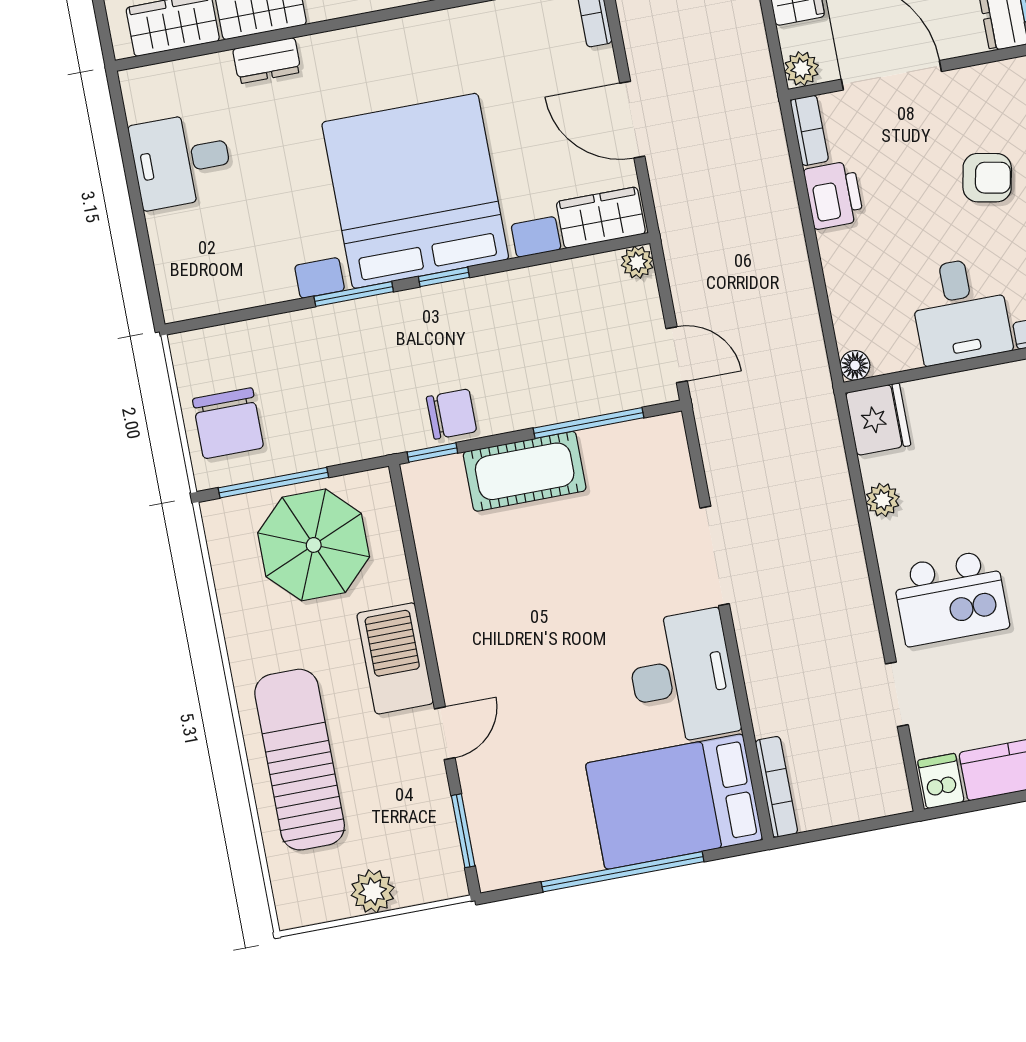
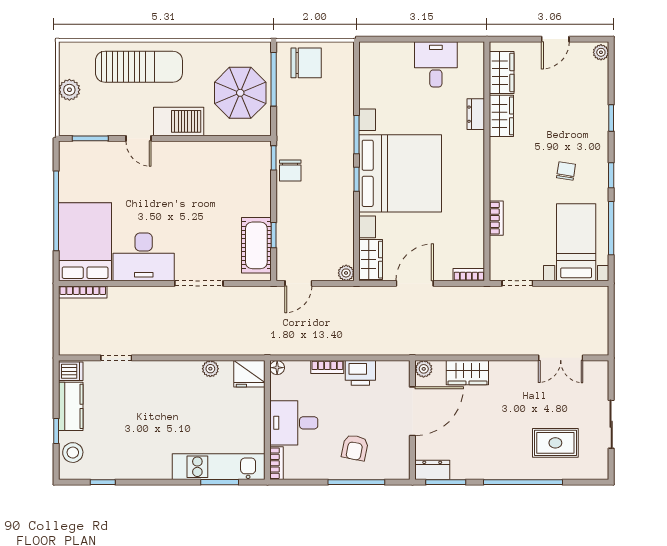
bookcase: (809, 130) -> (327, 367), moved
chair: (228, 423) -> (306, 63), turned 180
window: (589, 423) -> (274, 235), width x0.46
cot: (525, 471) -> (256, 245), moved
kitchen island: (951, 598) -> (157, 392), removed

